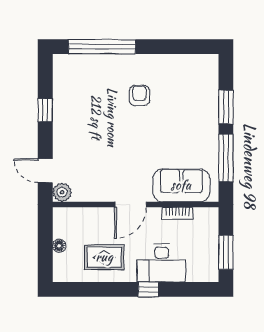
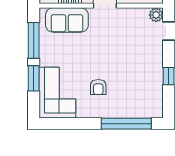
corner sofa: (194, 88) -> (57, 93), added

